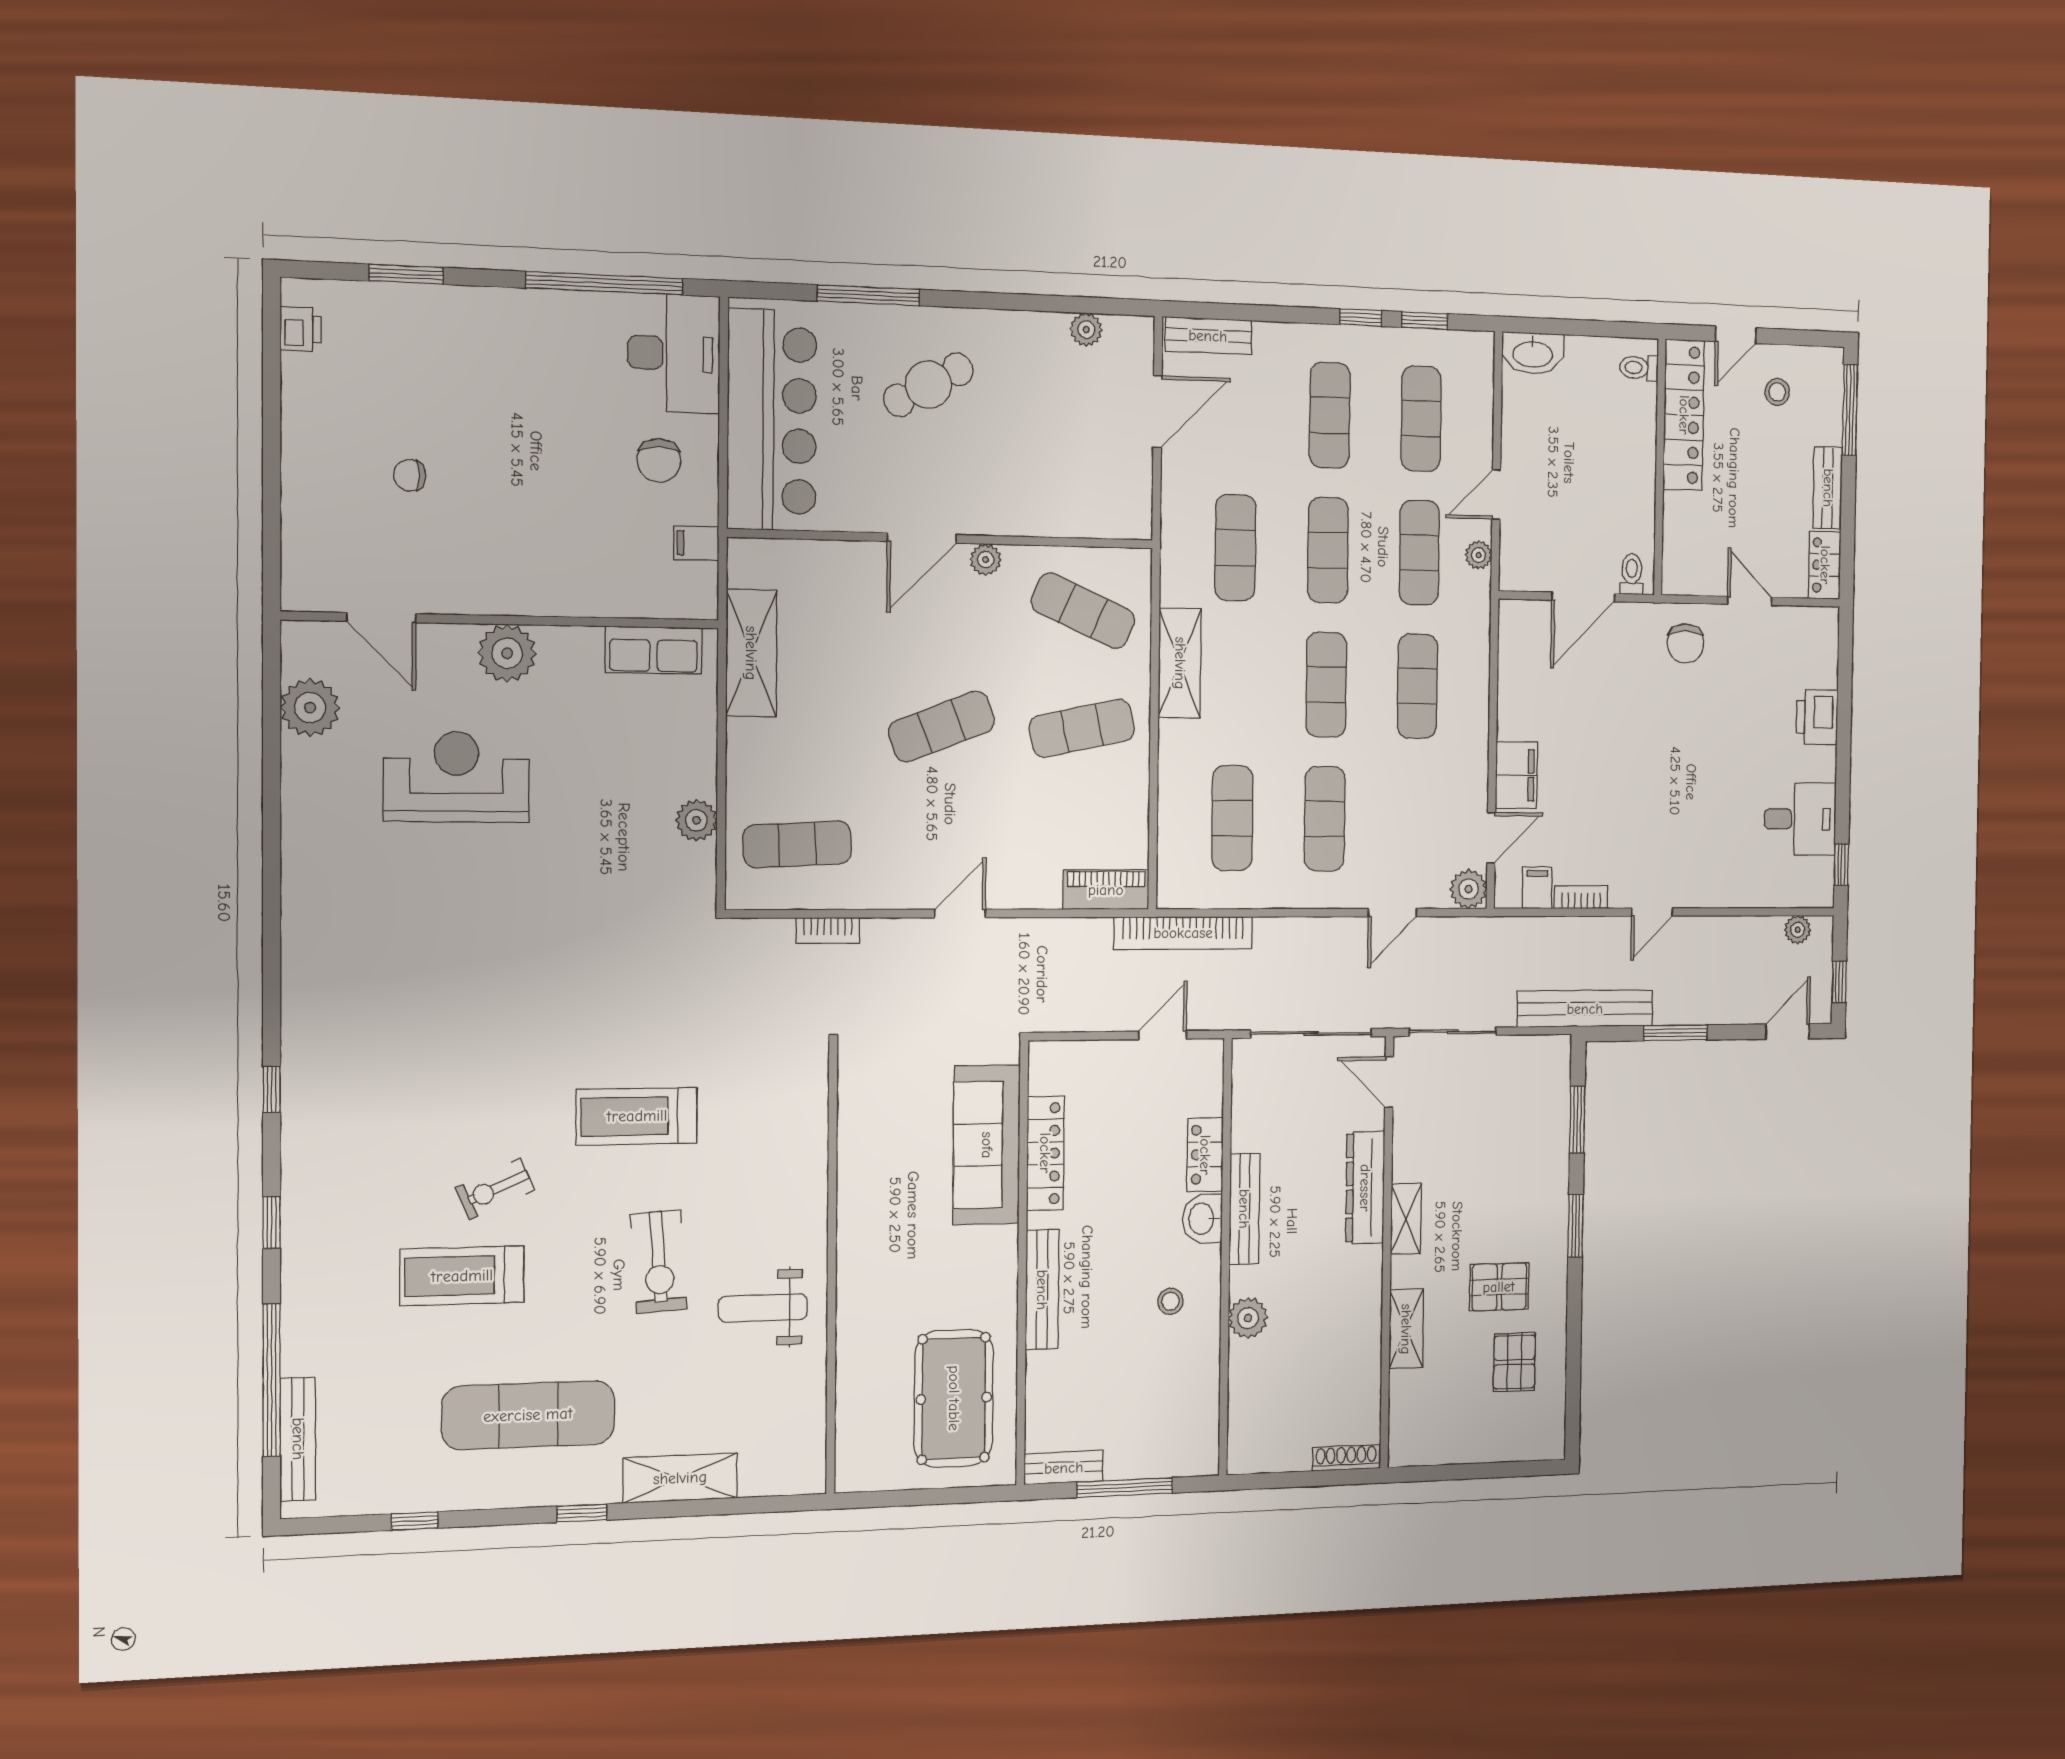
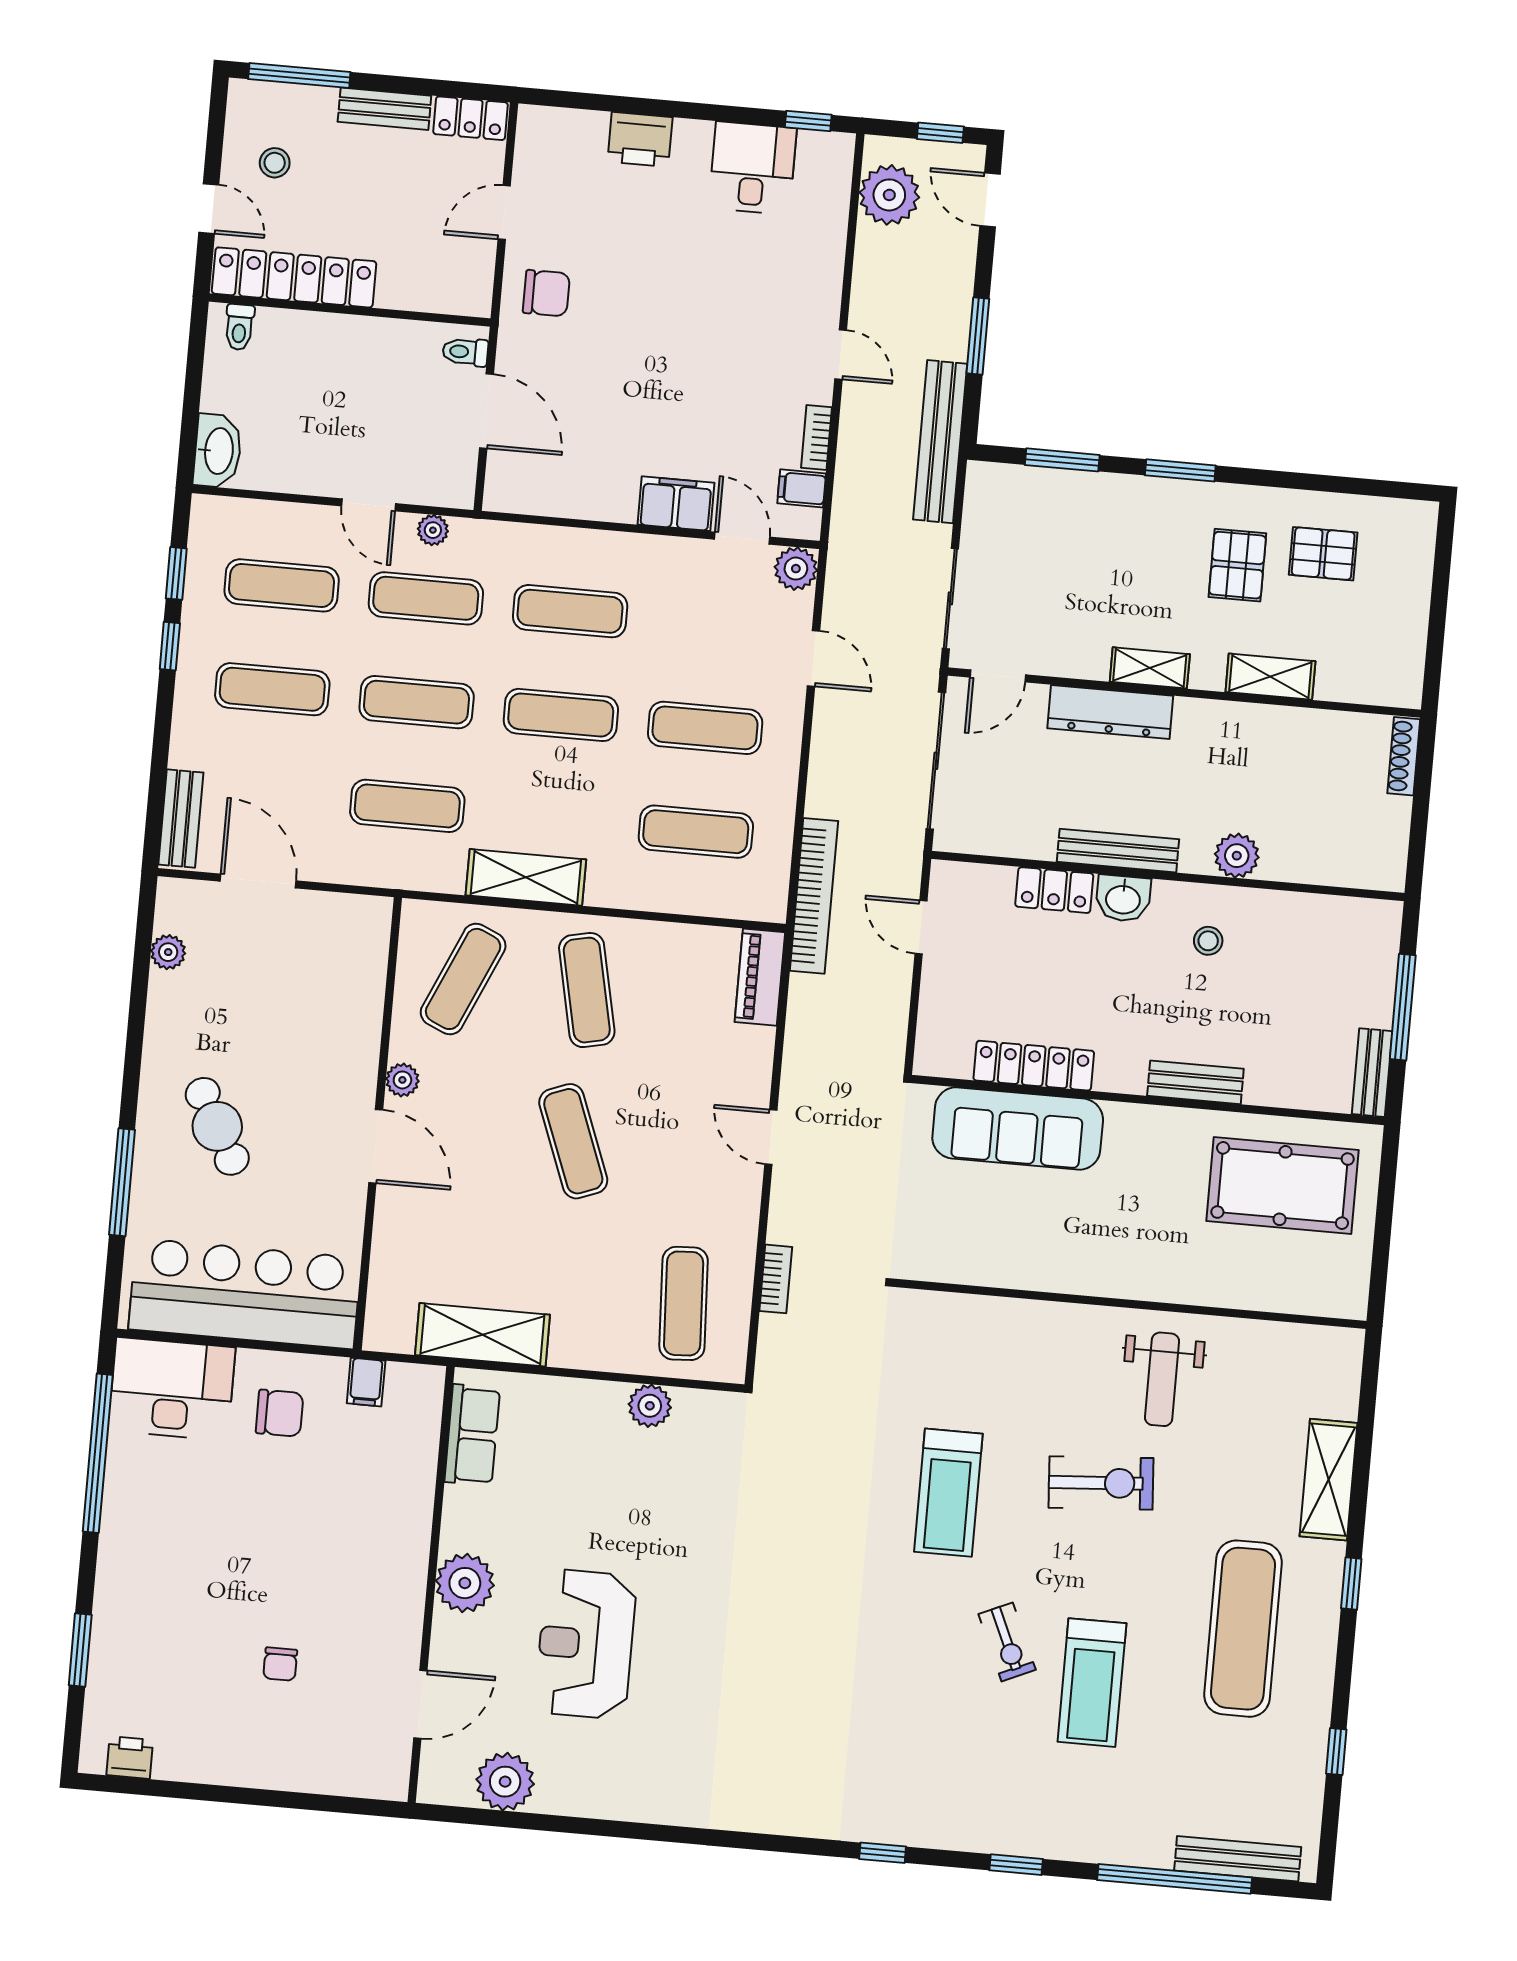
plant: (1798, 930) -> (889, 195), width x1.87, depth x1.87
bench: (1042, 1290) -> (1195, 1082), width x0.73

